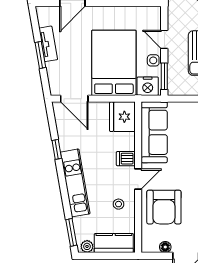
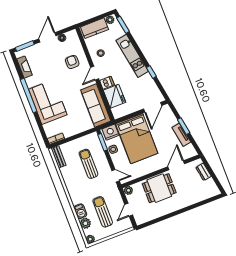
door: (164, 39) -> (116, 176), moved
door: (74, 99) -> (153, 107), swing flipped
fridge: (122, 117) -> (115, 96), moved
armchair: (164, 207) -> (72, 62), width x0.53, depth x0.53

